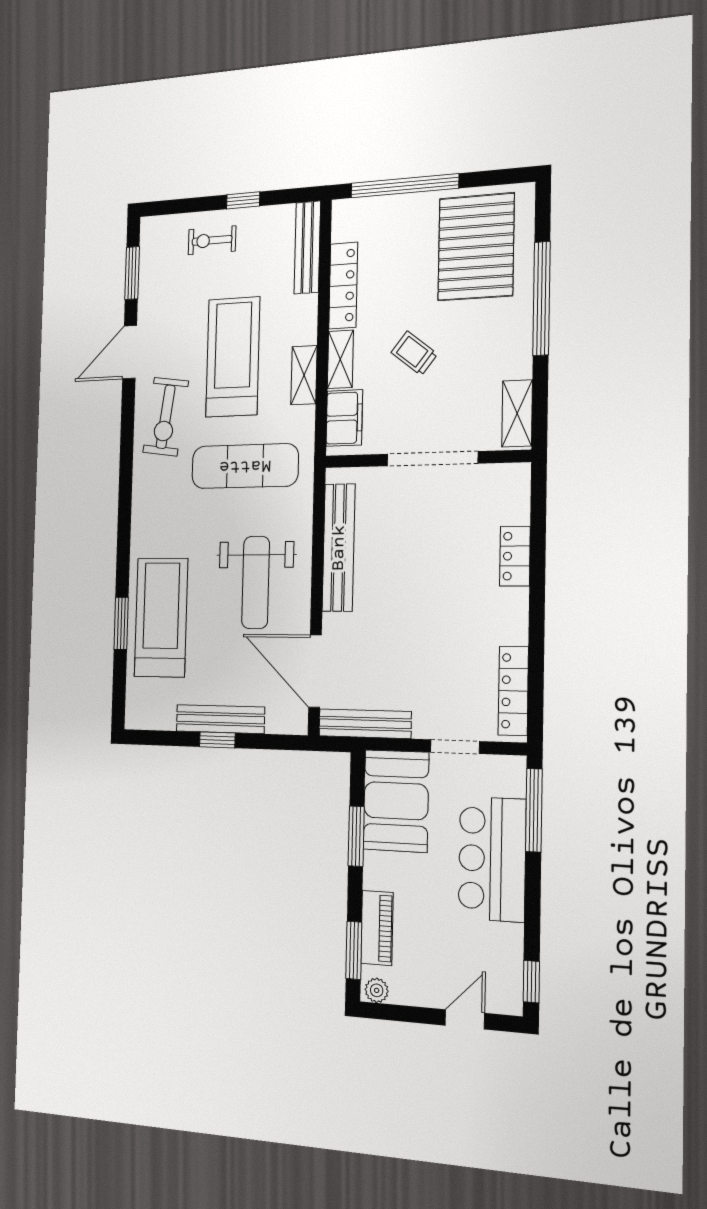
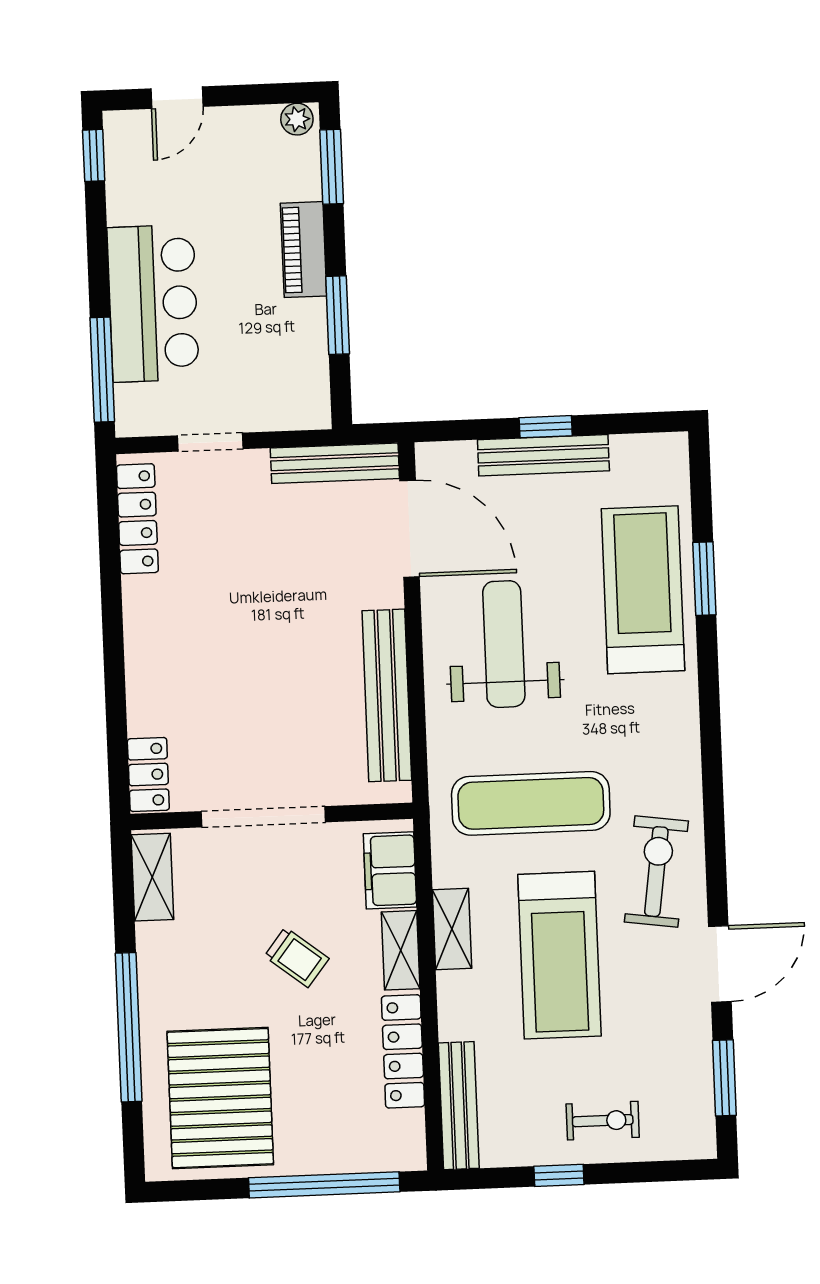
locker: (515, 556) -> (148, 774), moved
treadmill: (161, 618) -> (643, 590), turned 180
booth: (396, 801) -> (286, 366), removed
piano: (377, 928) -> (304, 250), moved

